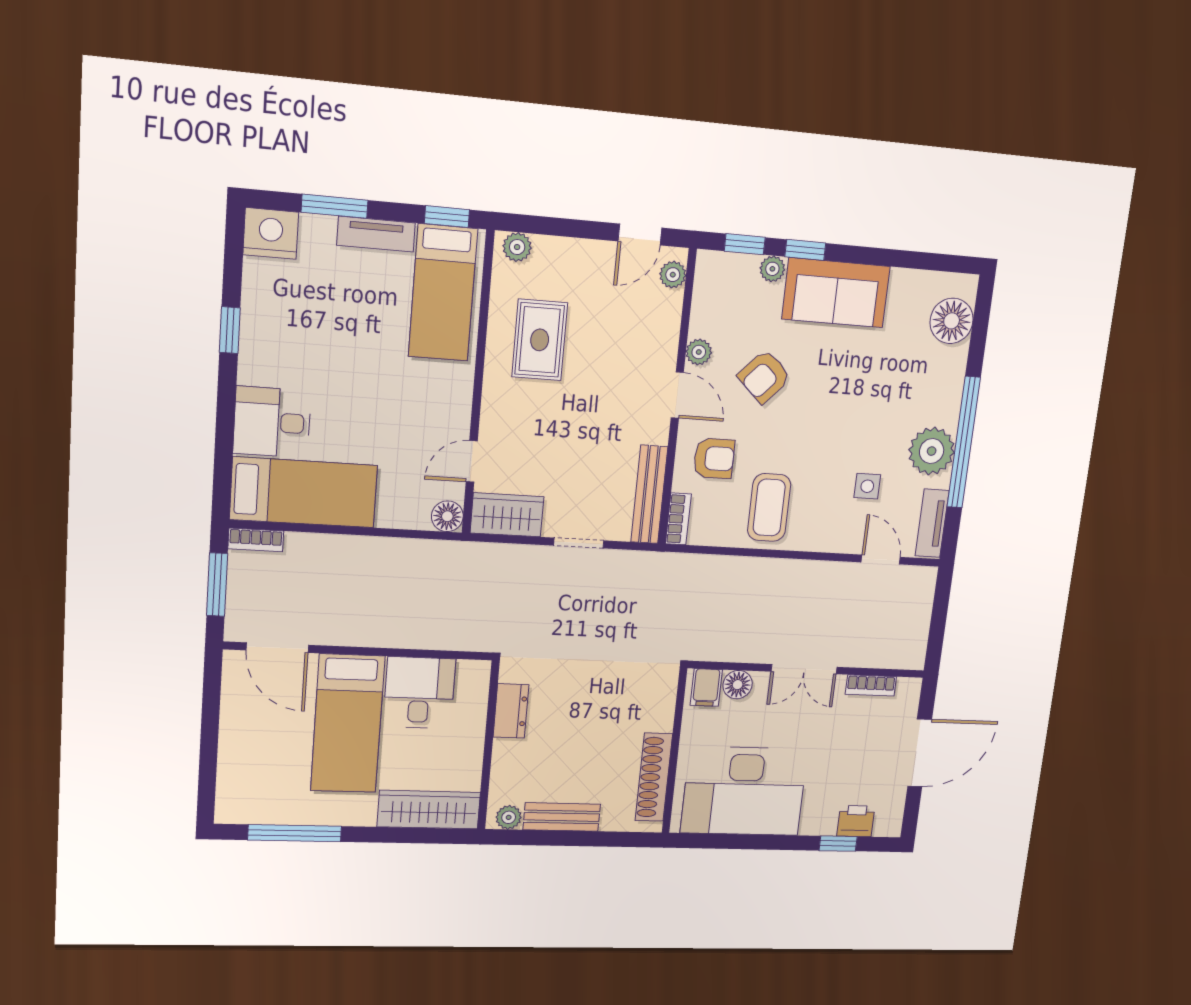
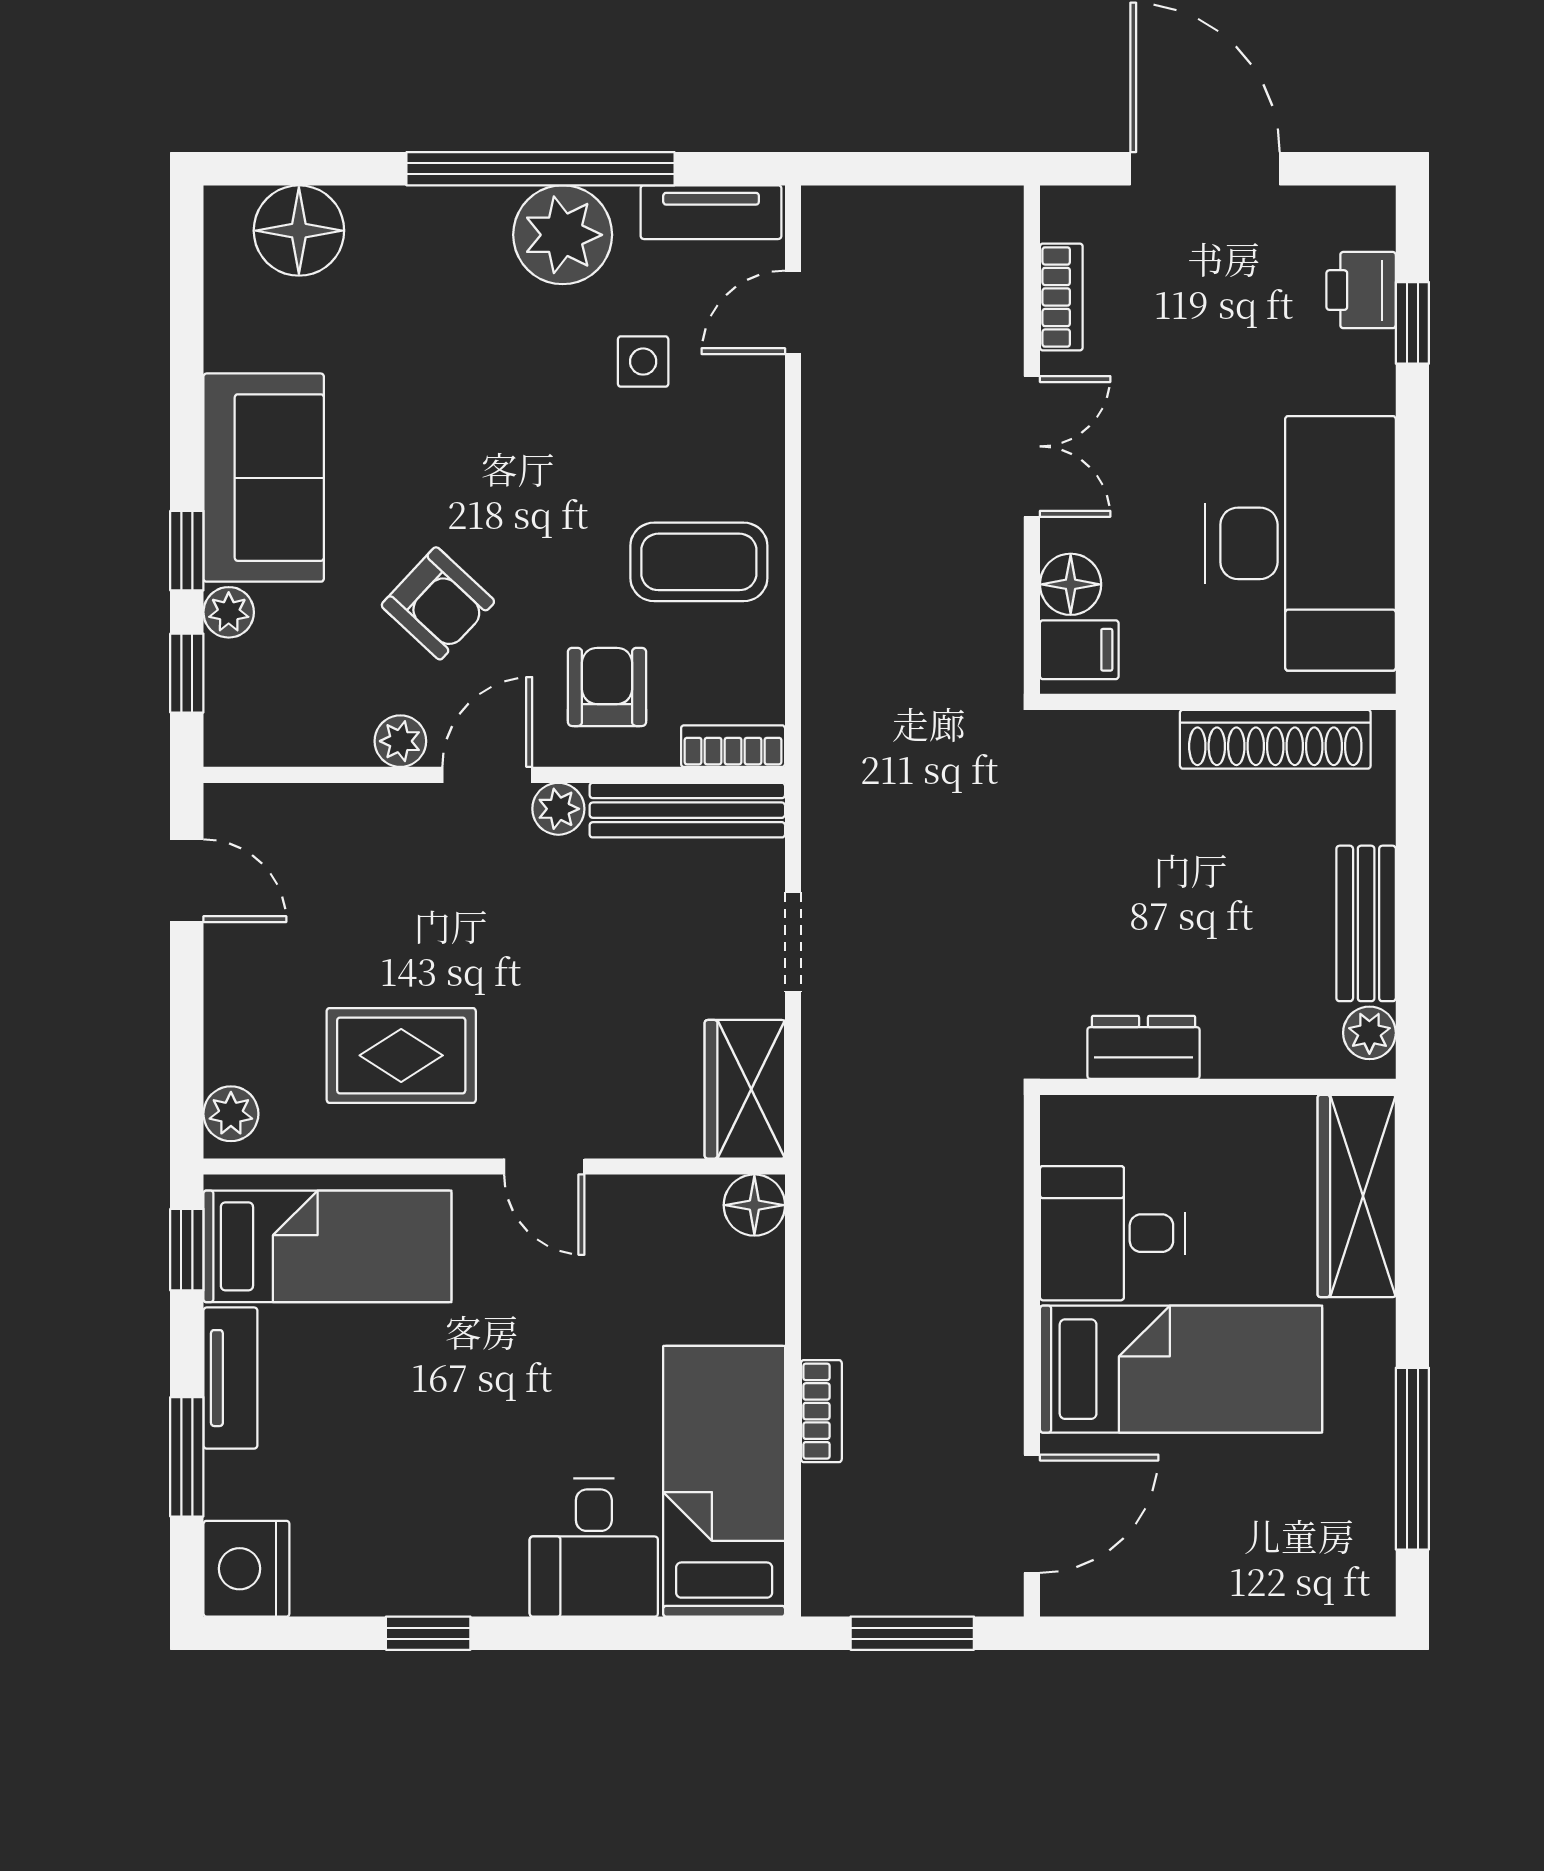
plant: (673, 275) -> (558, 809), moved
door: (472, 461) -> (544, 1167), moved
bookcase: (256, 540) -> (821, 1411), moved

